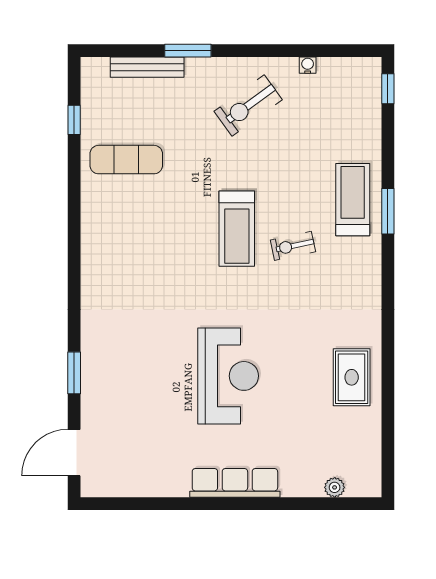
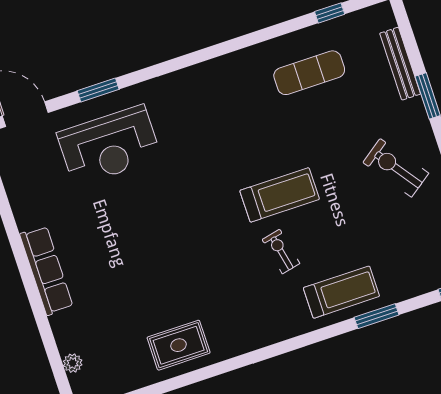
exercise mat: (126, 160) -> (309, 73), turned 90
window: (388, 211) -> (377, 316), moved
treadmill: (237, 229) -> (280, 195), turned 180
reception desk: (228, 376) -> (109, 146), moved

